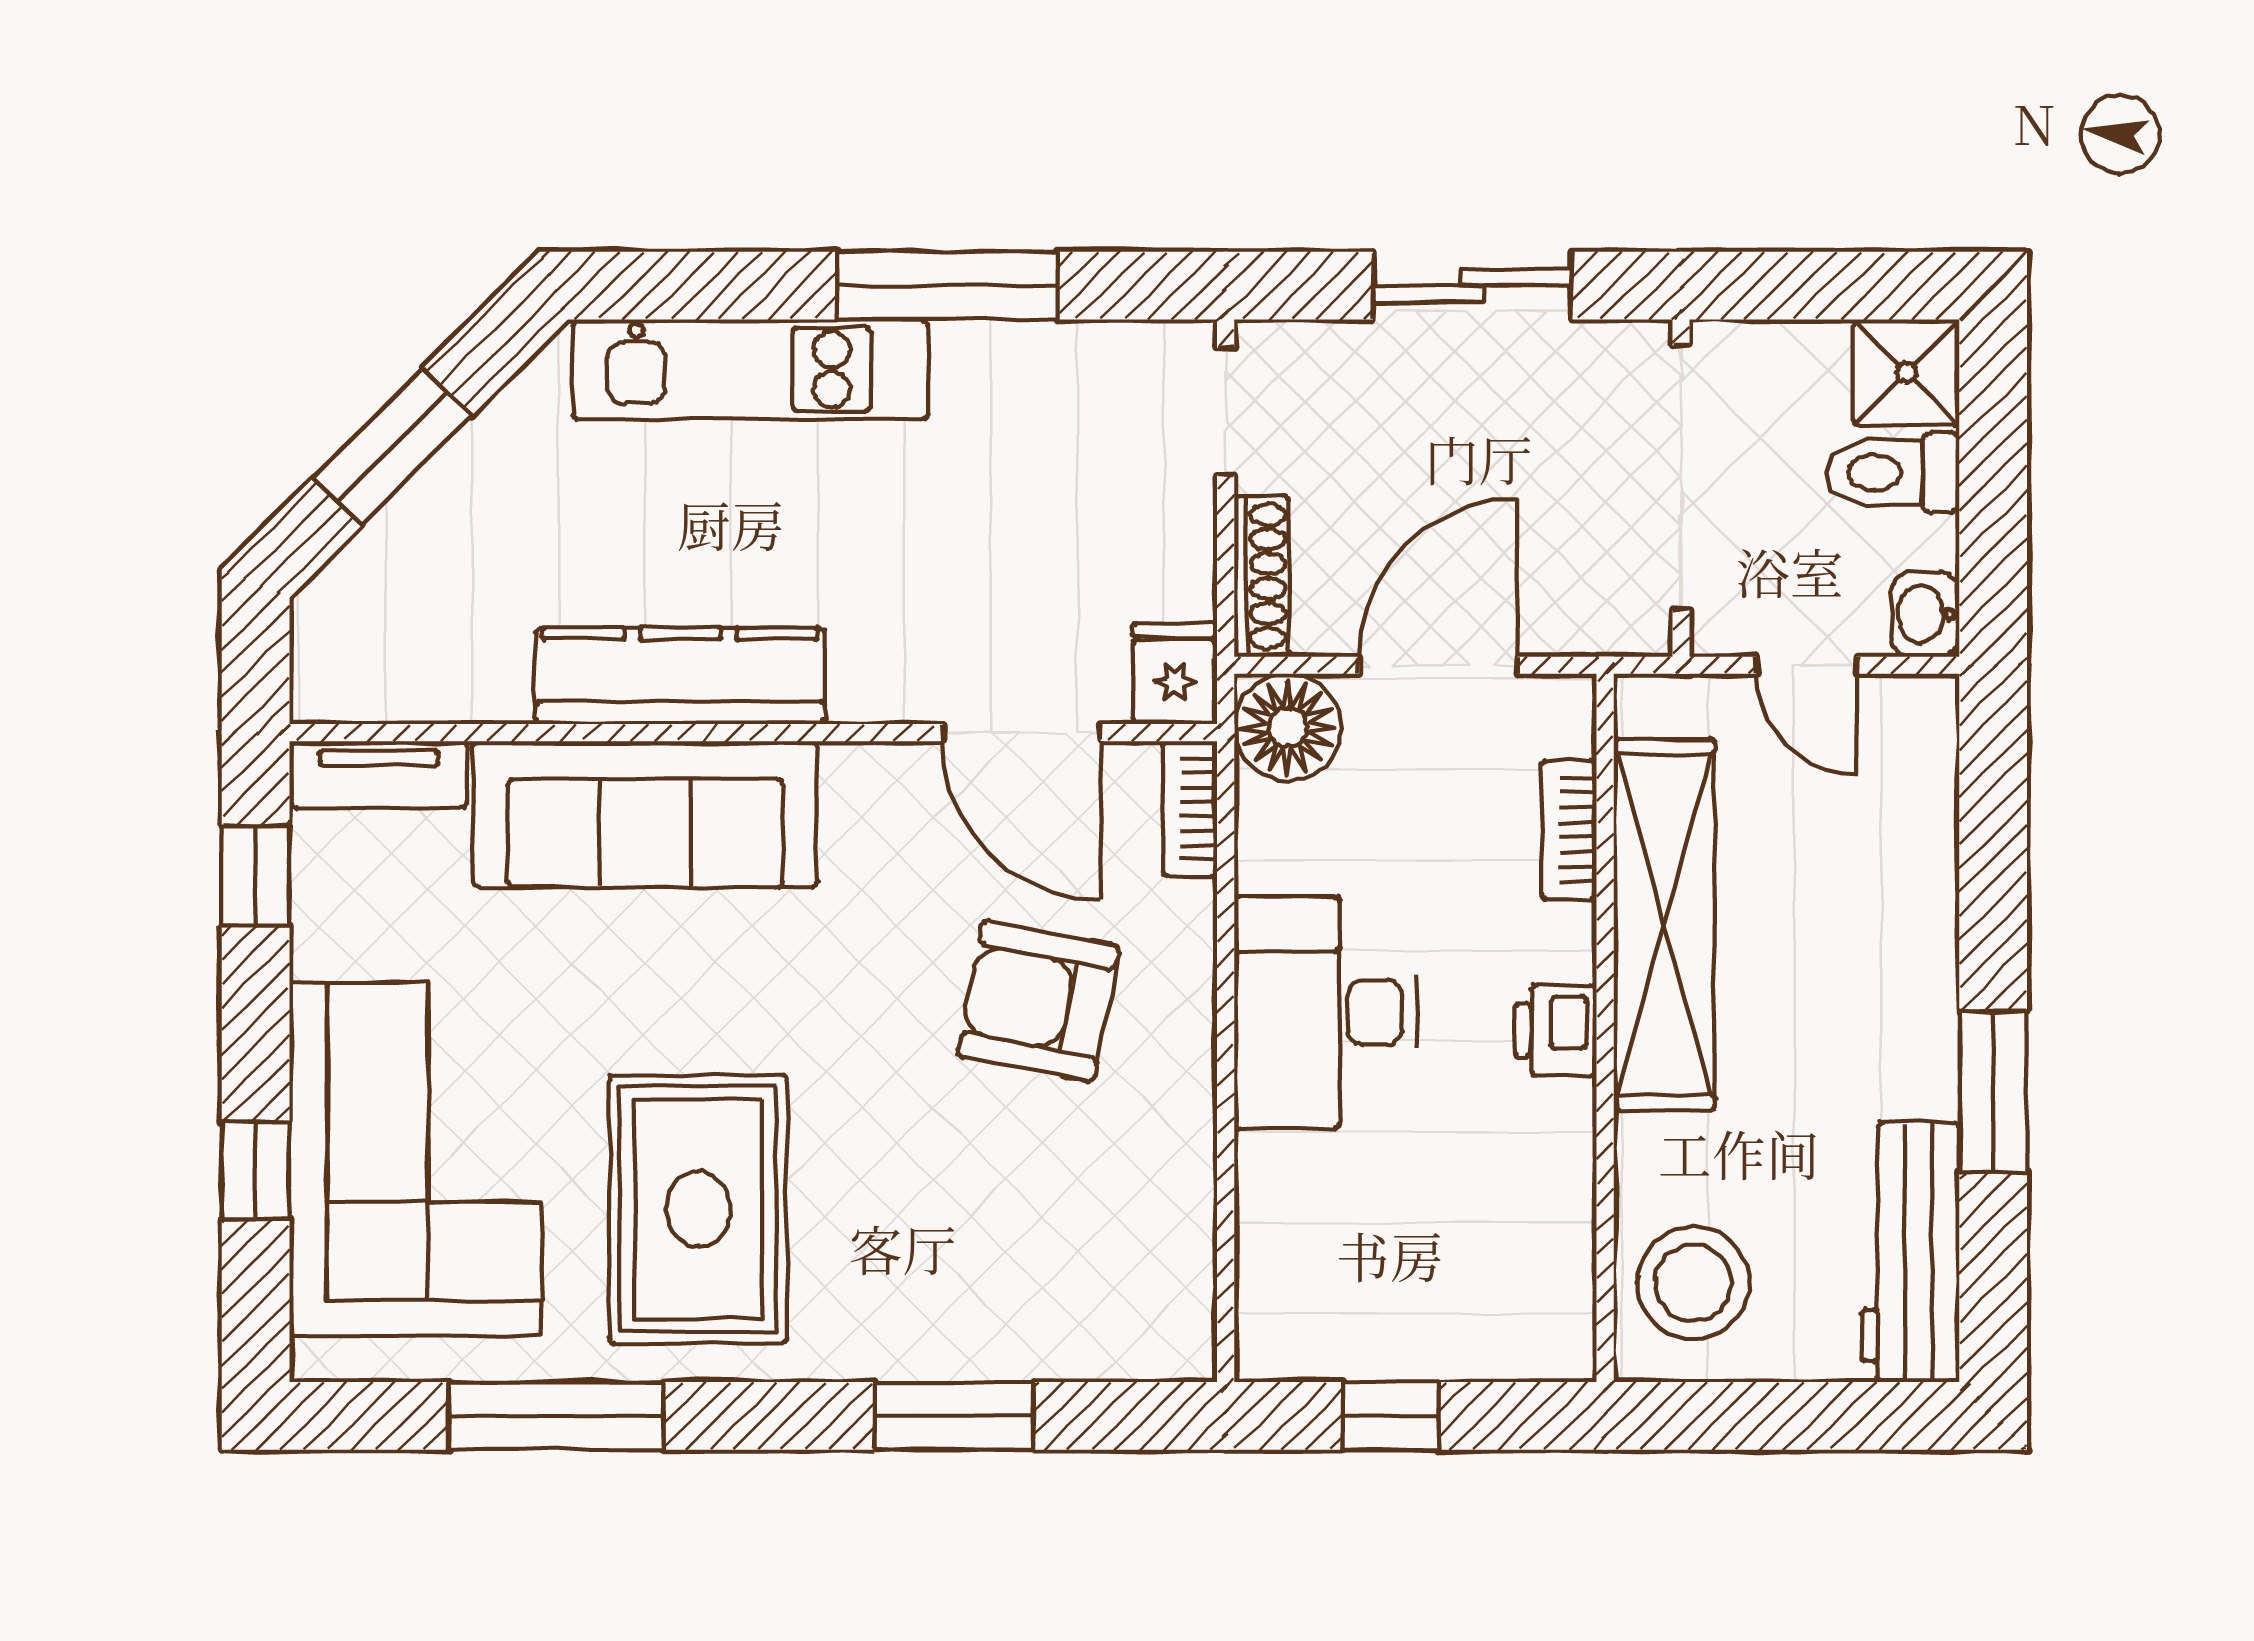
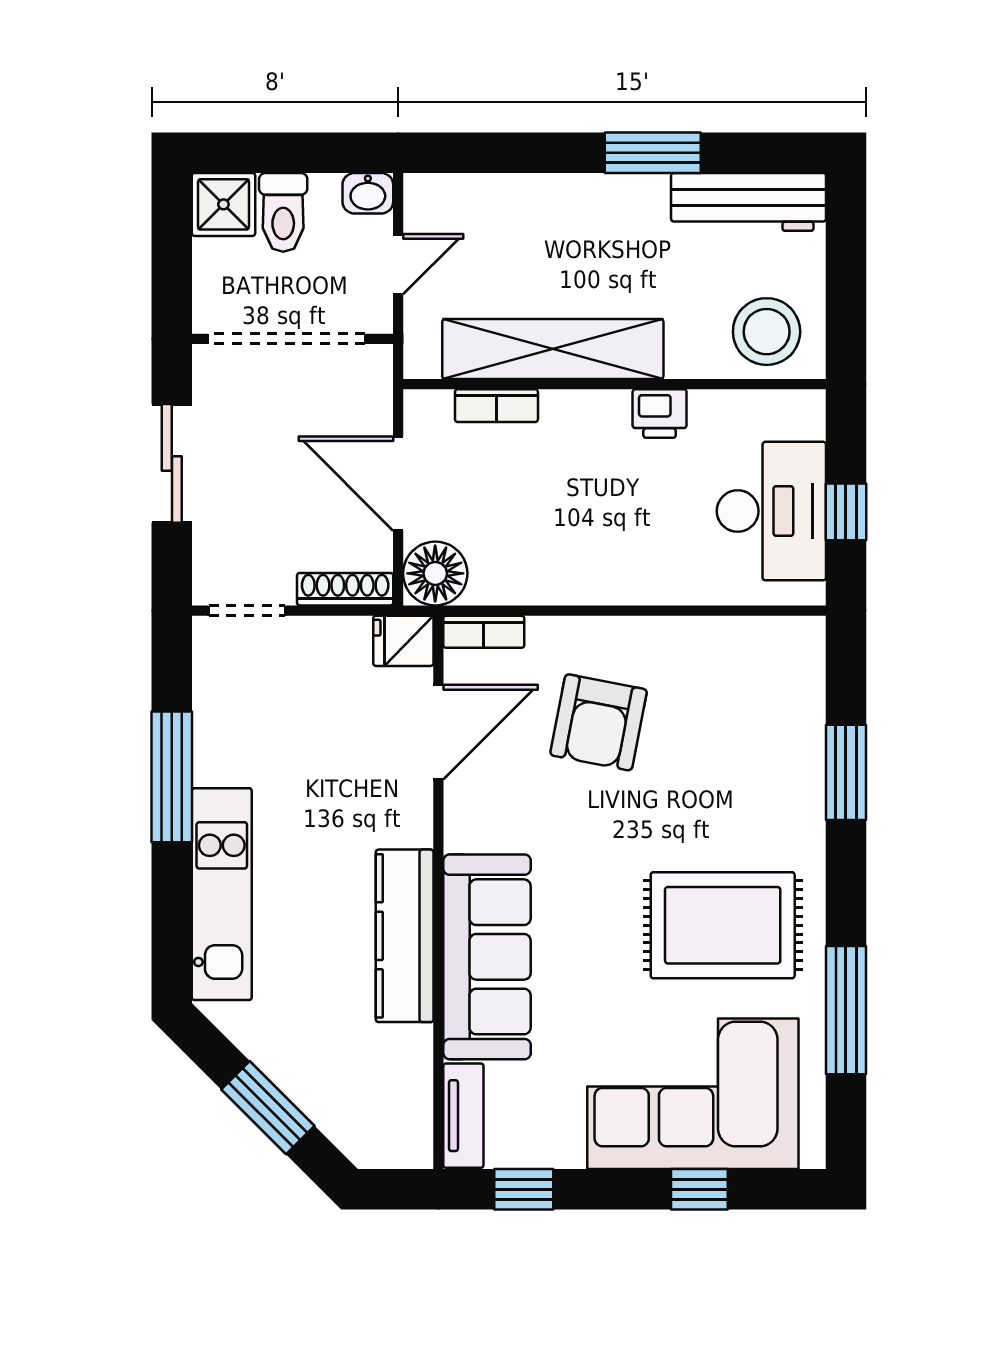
desk: (1325, 1013) -> (771, 511), moved, turned -90
printer: (1556, 1031) -> (660, 414), moved

